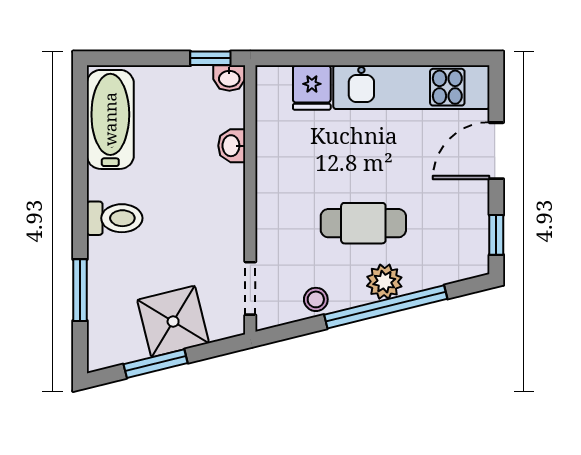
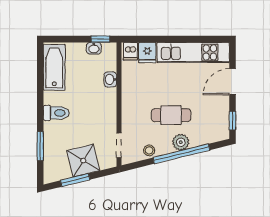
washbasin: (229, 78) -> (94, 48), moved
dishwasher: (275, 85) -> (130, 51), added

